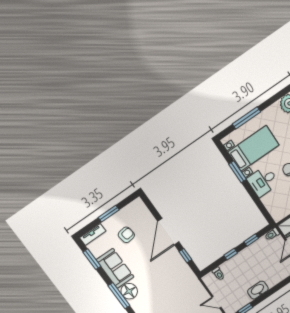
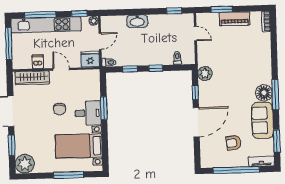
window: (238, 172) -> (104, 108), moved
window: (109, 214) -> (236, 170), width x2.11
plant: (188, 276) -> (205, 74), added
washbasin: (258, 290) -> (137, 21), moved

